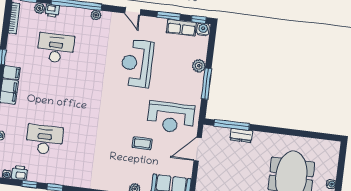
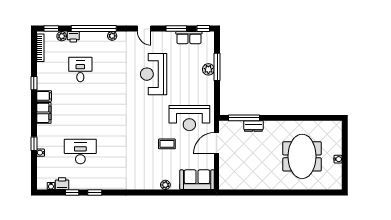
water cooler: (203, 29) -> (208, 37), removed
desk: (56, 48) -> (80, 69), width x0.73
window: (206, 84) -> (217, 67), moved

